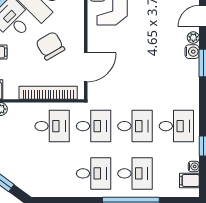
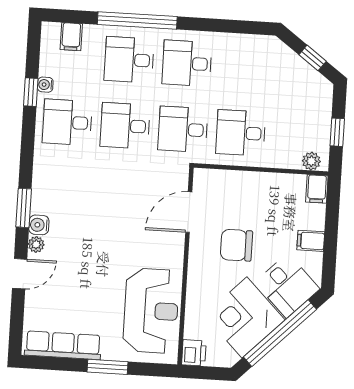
chair: (50, 46) -> (236, 245), turned 120
bookcase: (48, 93) -> (243, 180), removed
water cooler: (194, 167) -> (45, 85), moved
filing cabinet: (189, 180) -> (71, 37), moved, turned 90

